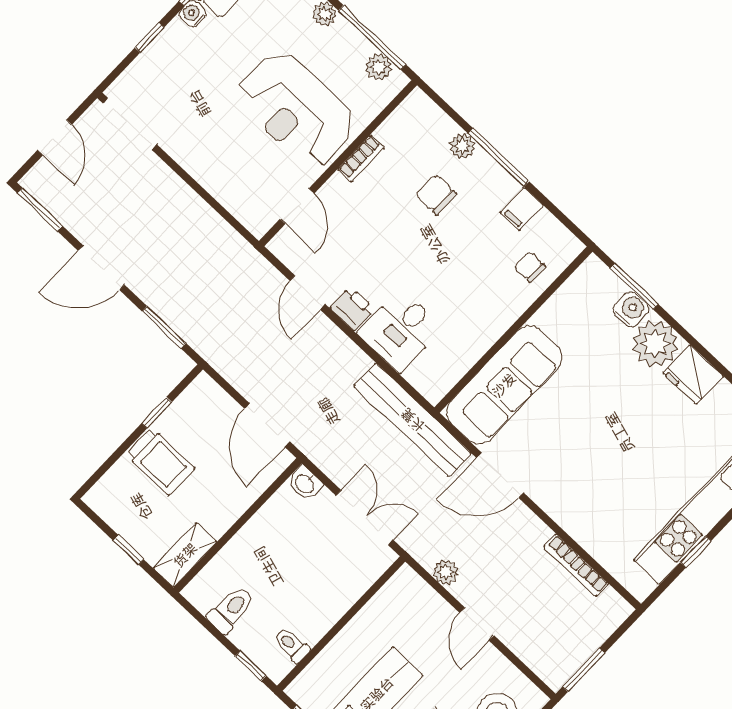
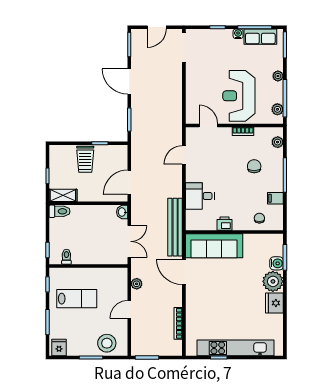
plant: (462, 146) -> (278, 142), moved
door: (297, 206) -> (208, 125), swing flipped
printer: (352, 309) -> (225, 224), moved, turned -90
toilet: (231, 609) -> (59, 211), moved

